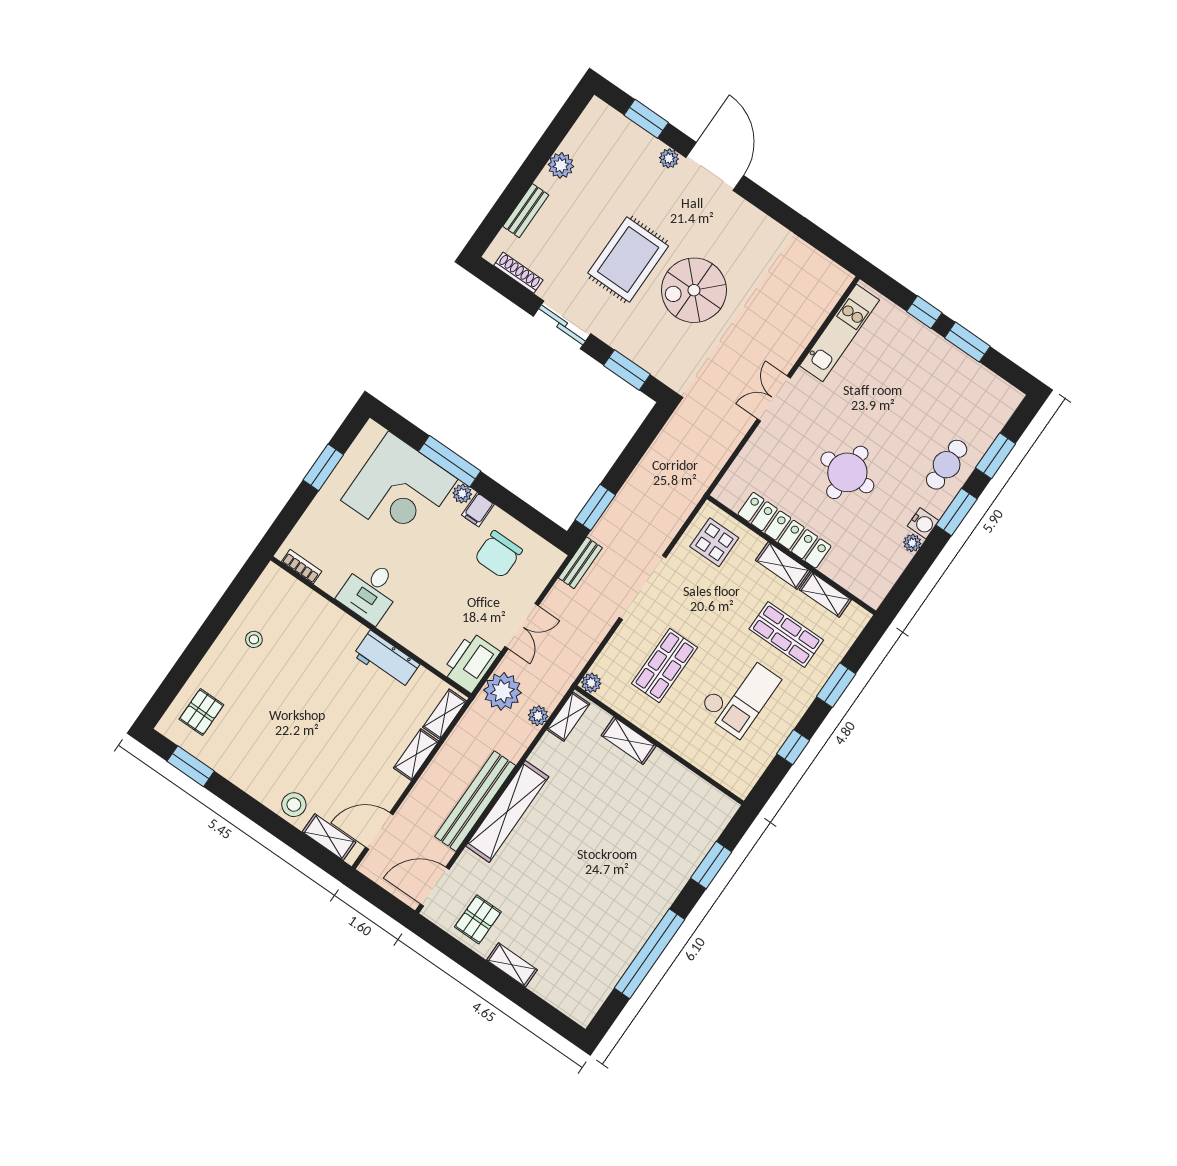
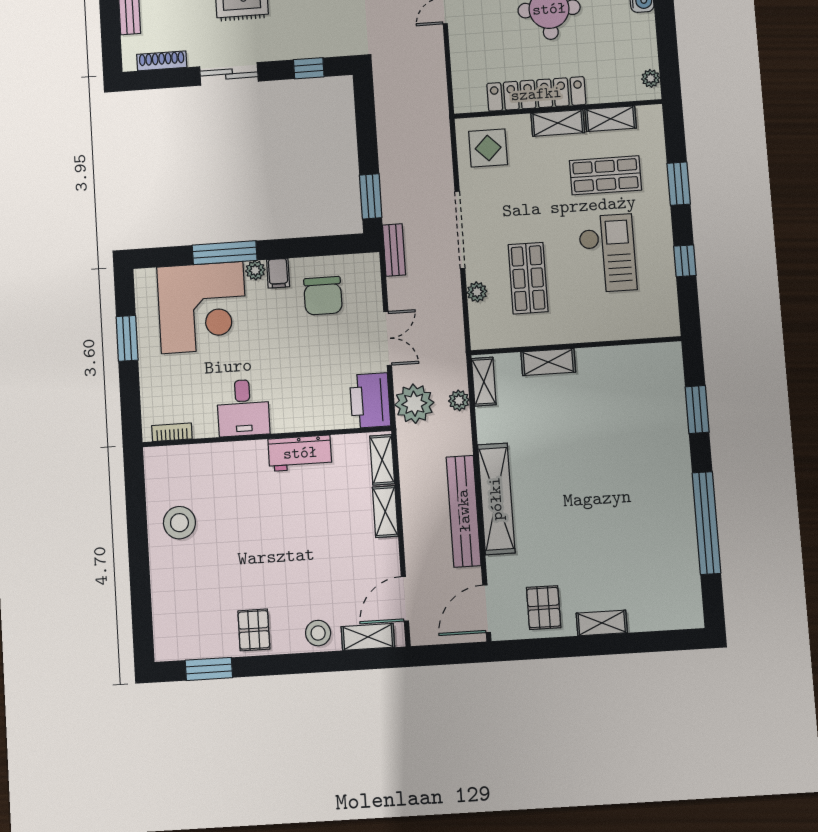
window: (627, 370) -> (309, 68), width x0.67
plant: (912, 543) -> (651, 78), moved
stool: (254, 639) -> (179, 523), width x1.89, depth x1.89
plant: (591, 683) -> (477, 292), moved
pallet: (201, 712) -> (254, 630), moved

